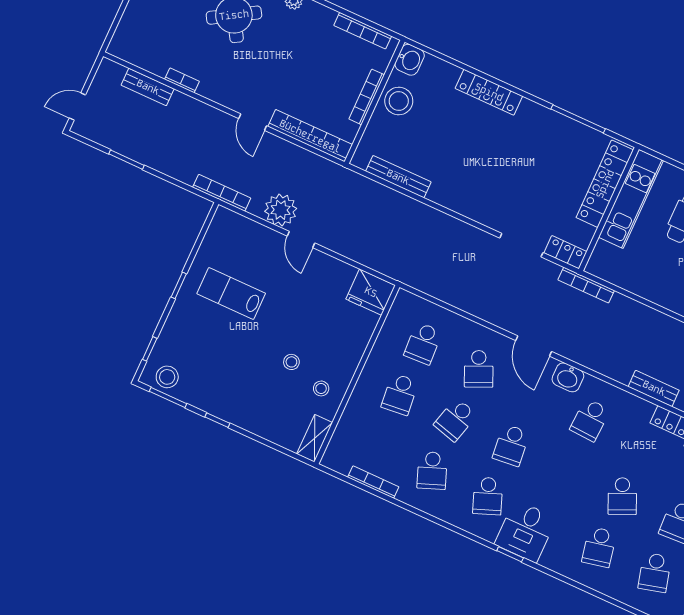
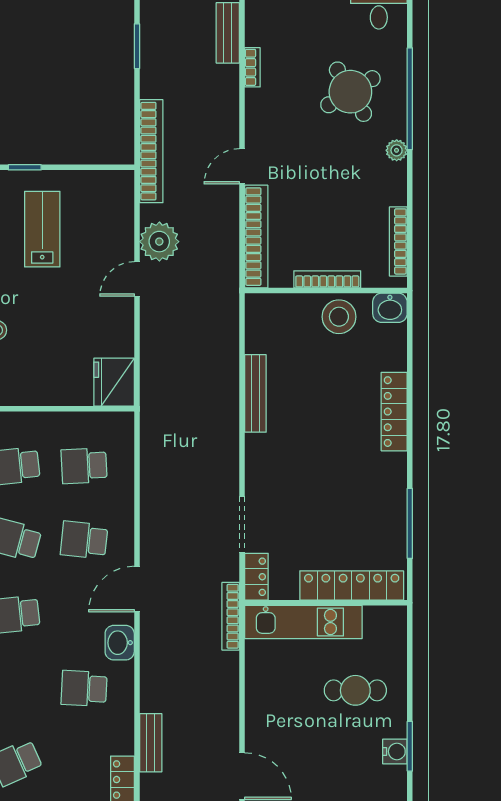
bench: (398, 177) -> (255, 393), moved
bookcase: (222, 193) -> (151, 151), width x1.48, depth x1.31
kitchen unit: (631, 199) -> (303, 622), moved
school desk: (479, 369) -> (84, 540), turned 30

